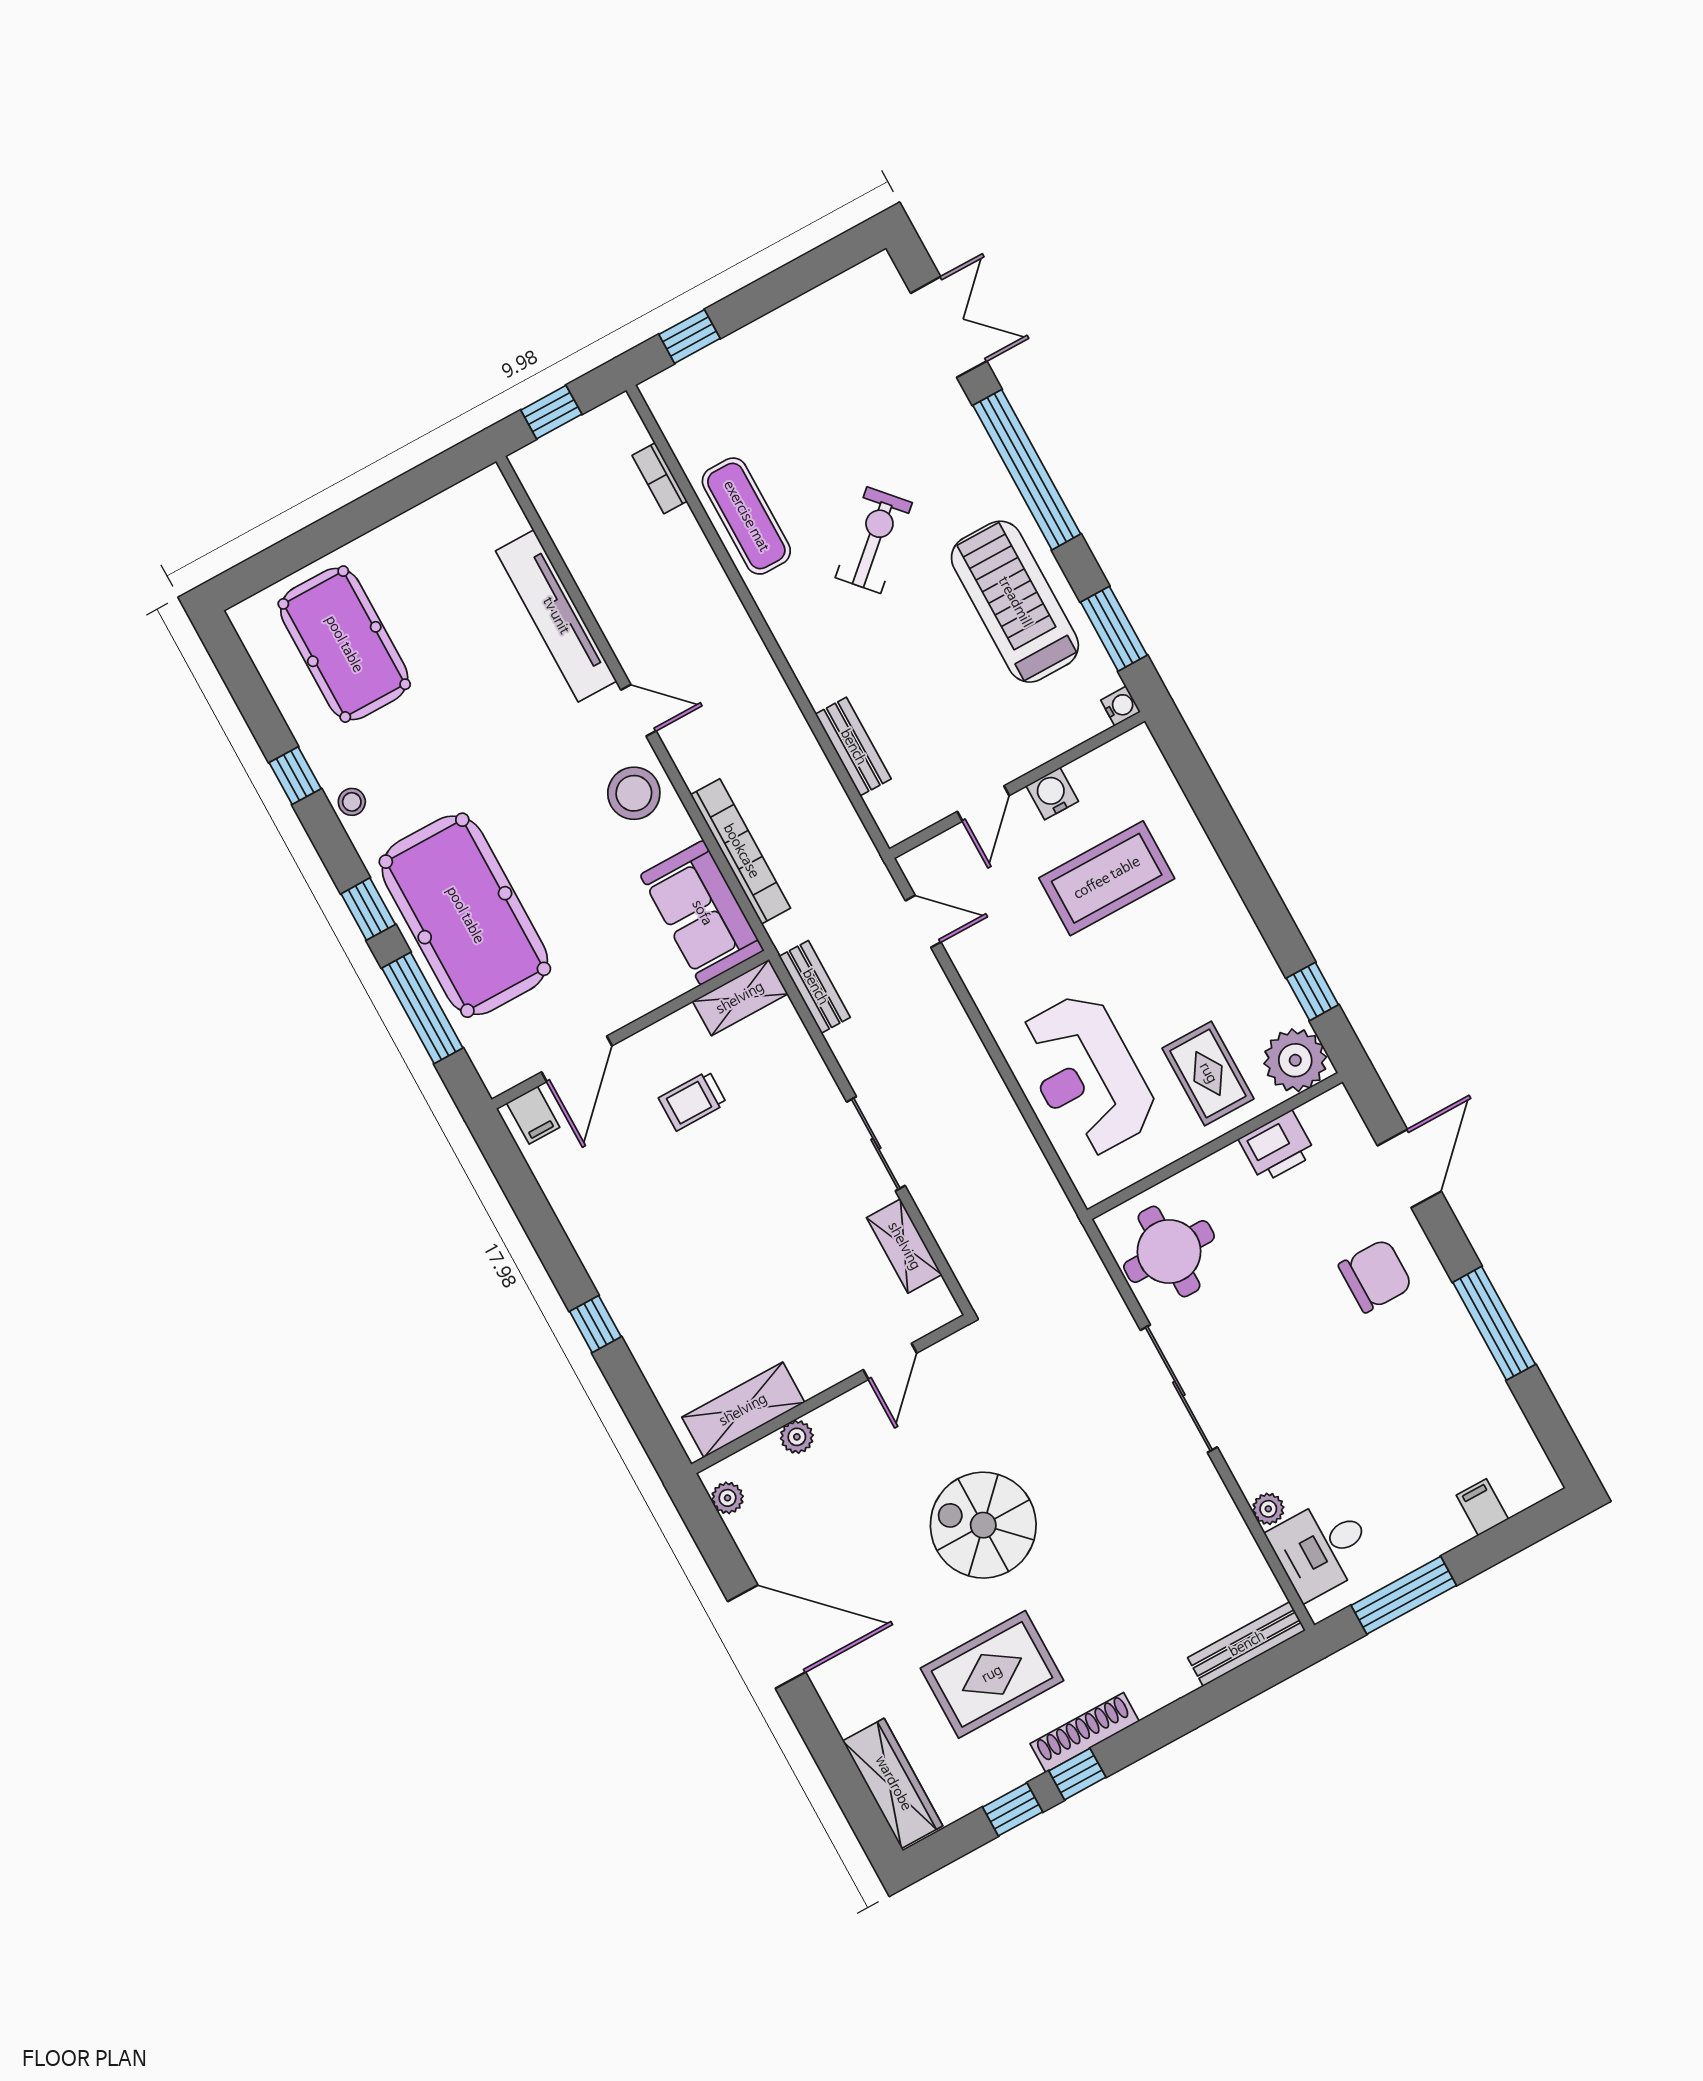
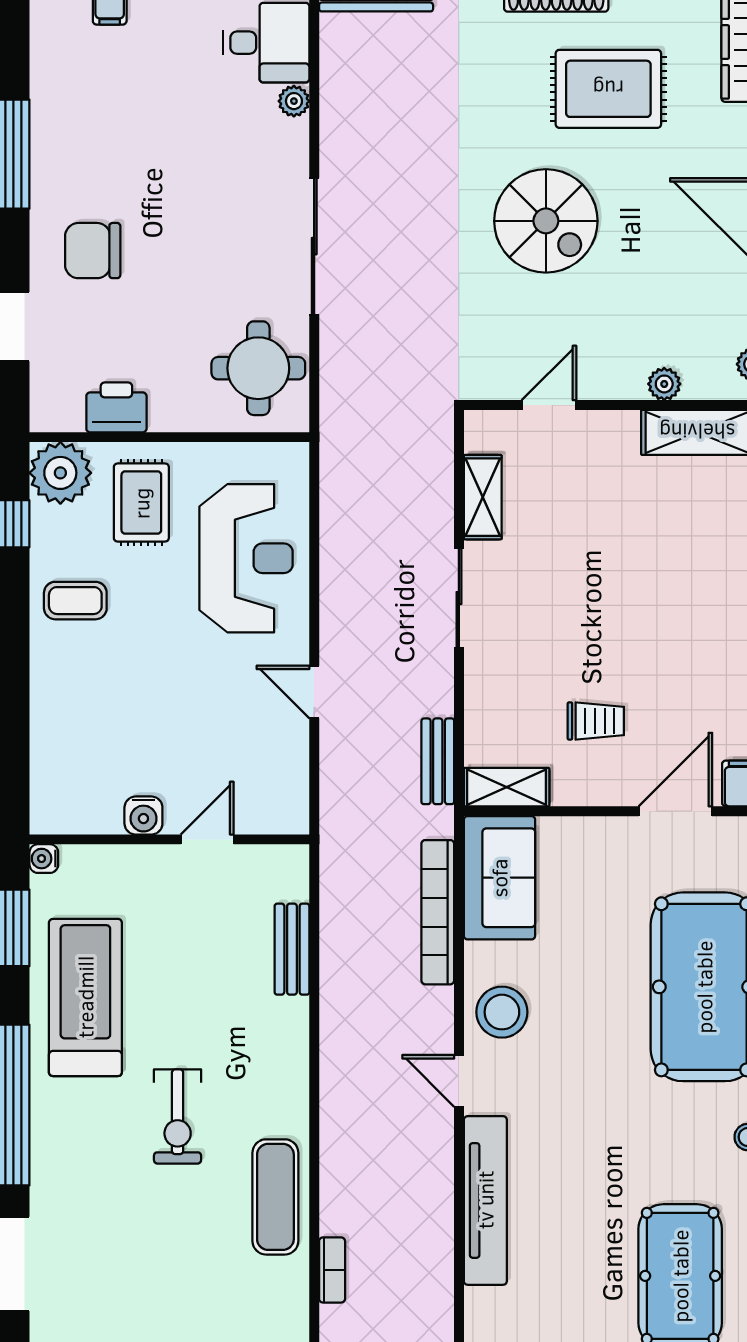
exercise bike: (874, 540) -> (178, 1116), turned -48
treadmill: (1015, 602) -> (85, 997), turned 180
coffee table: (1107, 878) -> (75, 601), moved, width x0.54, depth x0.58
door: (923, 921) -> (314, 692), moved

